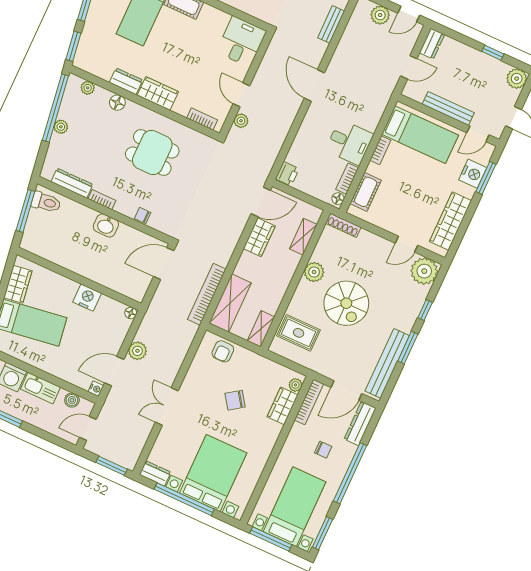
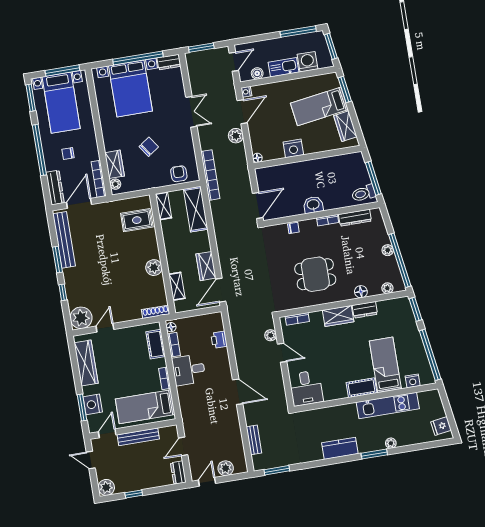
printer: (287, 174) -> (219, 340), moved
bookcase: (207, 294) -> (210, 175), moved
spiral stairs: (346, 303) -> (118, 261), removed

